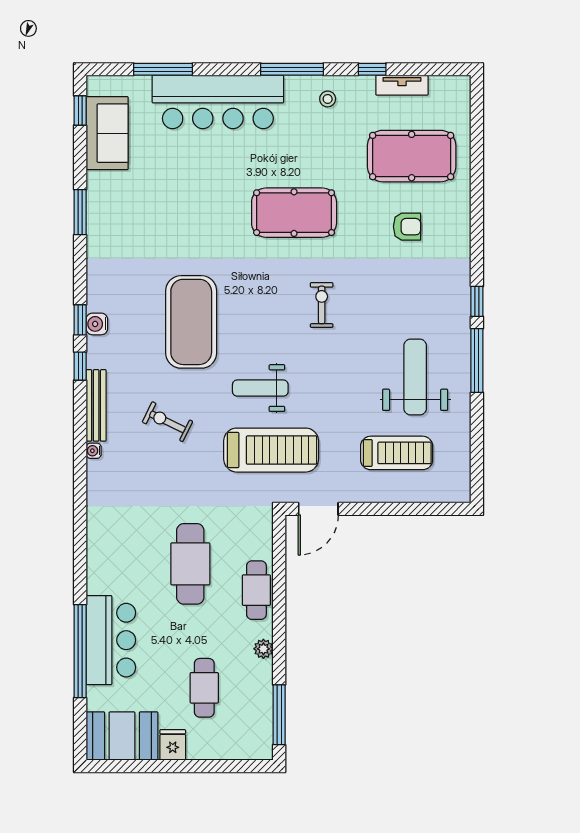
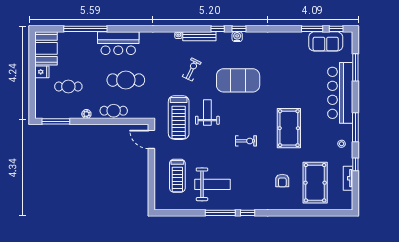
window: (80, 212) -> (312, 29), moved
bar counter: (111, 640) -> (118, 43), moved

